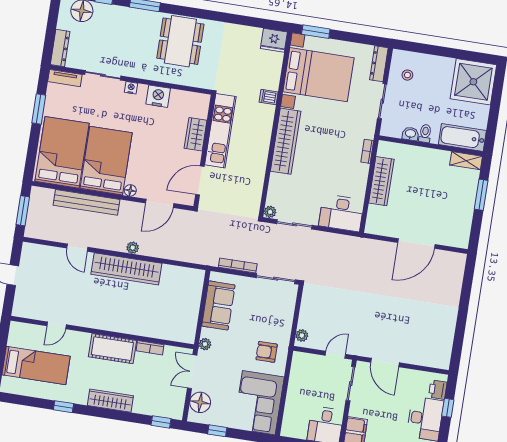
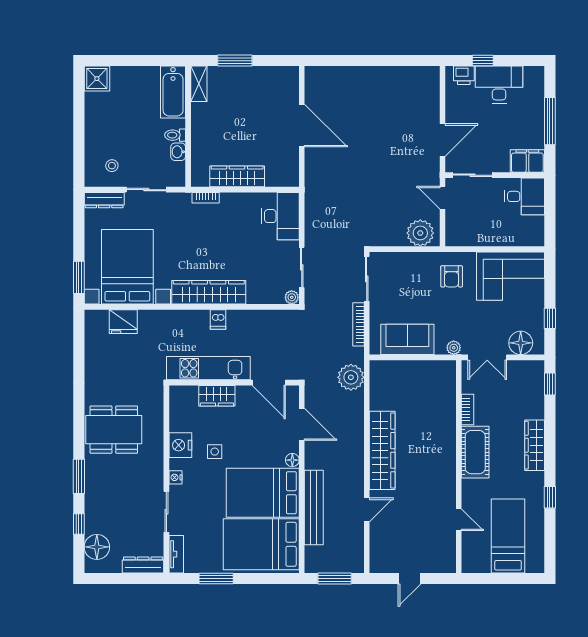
fridge: (274, 40) -> (123, 322), moved, turned 90
shower: (473, 82) -> (97, 79), width x0.54, depth x0.54
dishwasher: (269, 97) -> (218, 319), moved
side table: (148, 125) -> (215, 452), added
plant: (133, 248) -> (351, 377), moved, width x1.88, depth x1.88
plant: (302, 335) -> (420, 233), width x1.88, depth x1.88

